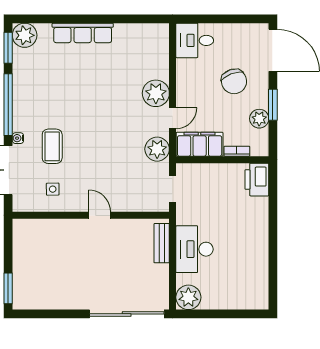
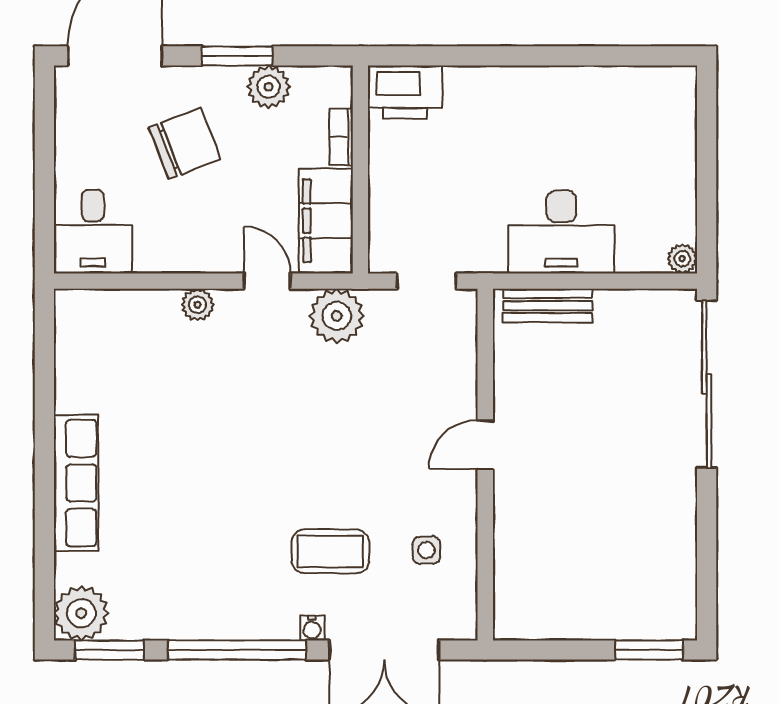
plant: (156, 93) -> (197, 305), width x0.53, depth x0.53
plant: (188, 297) -> (682, 259), width x0.53, depth x0.53

